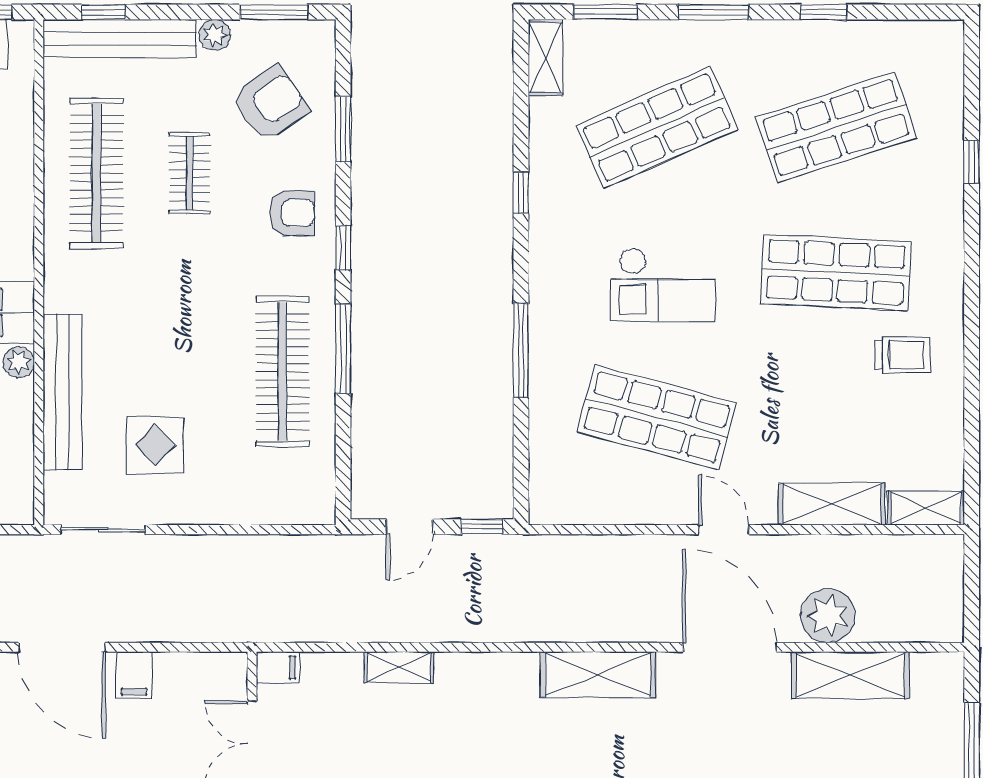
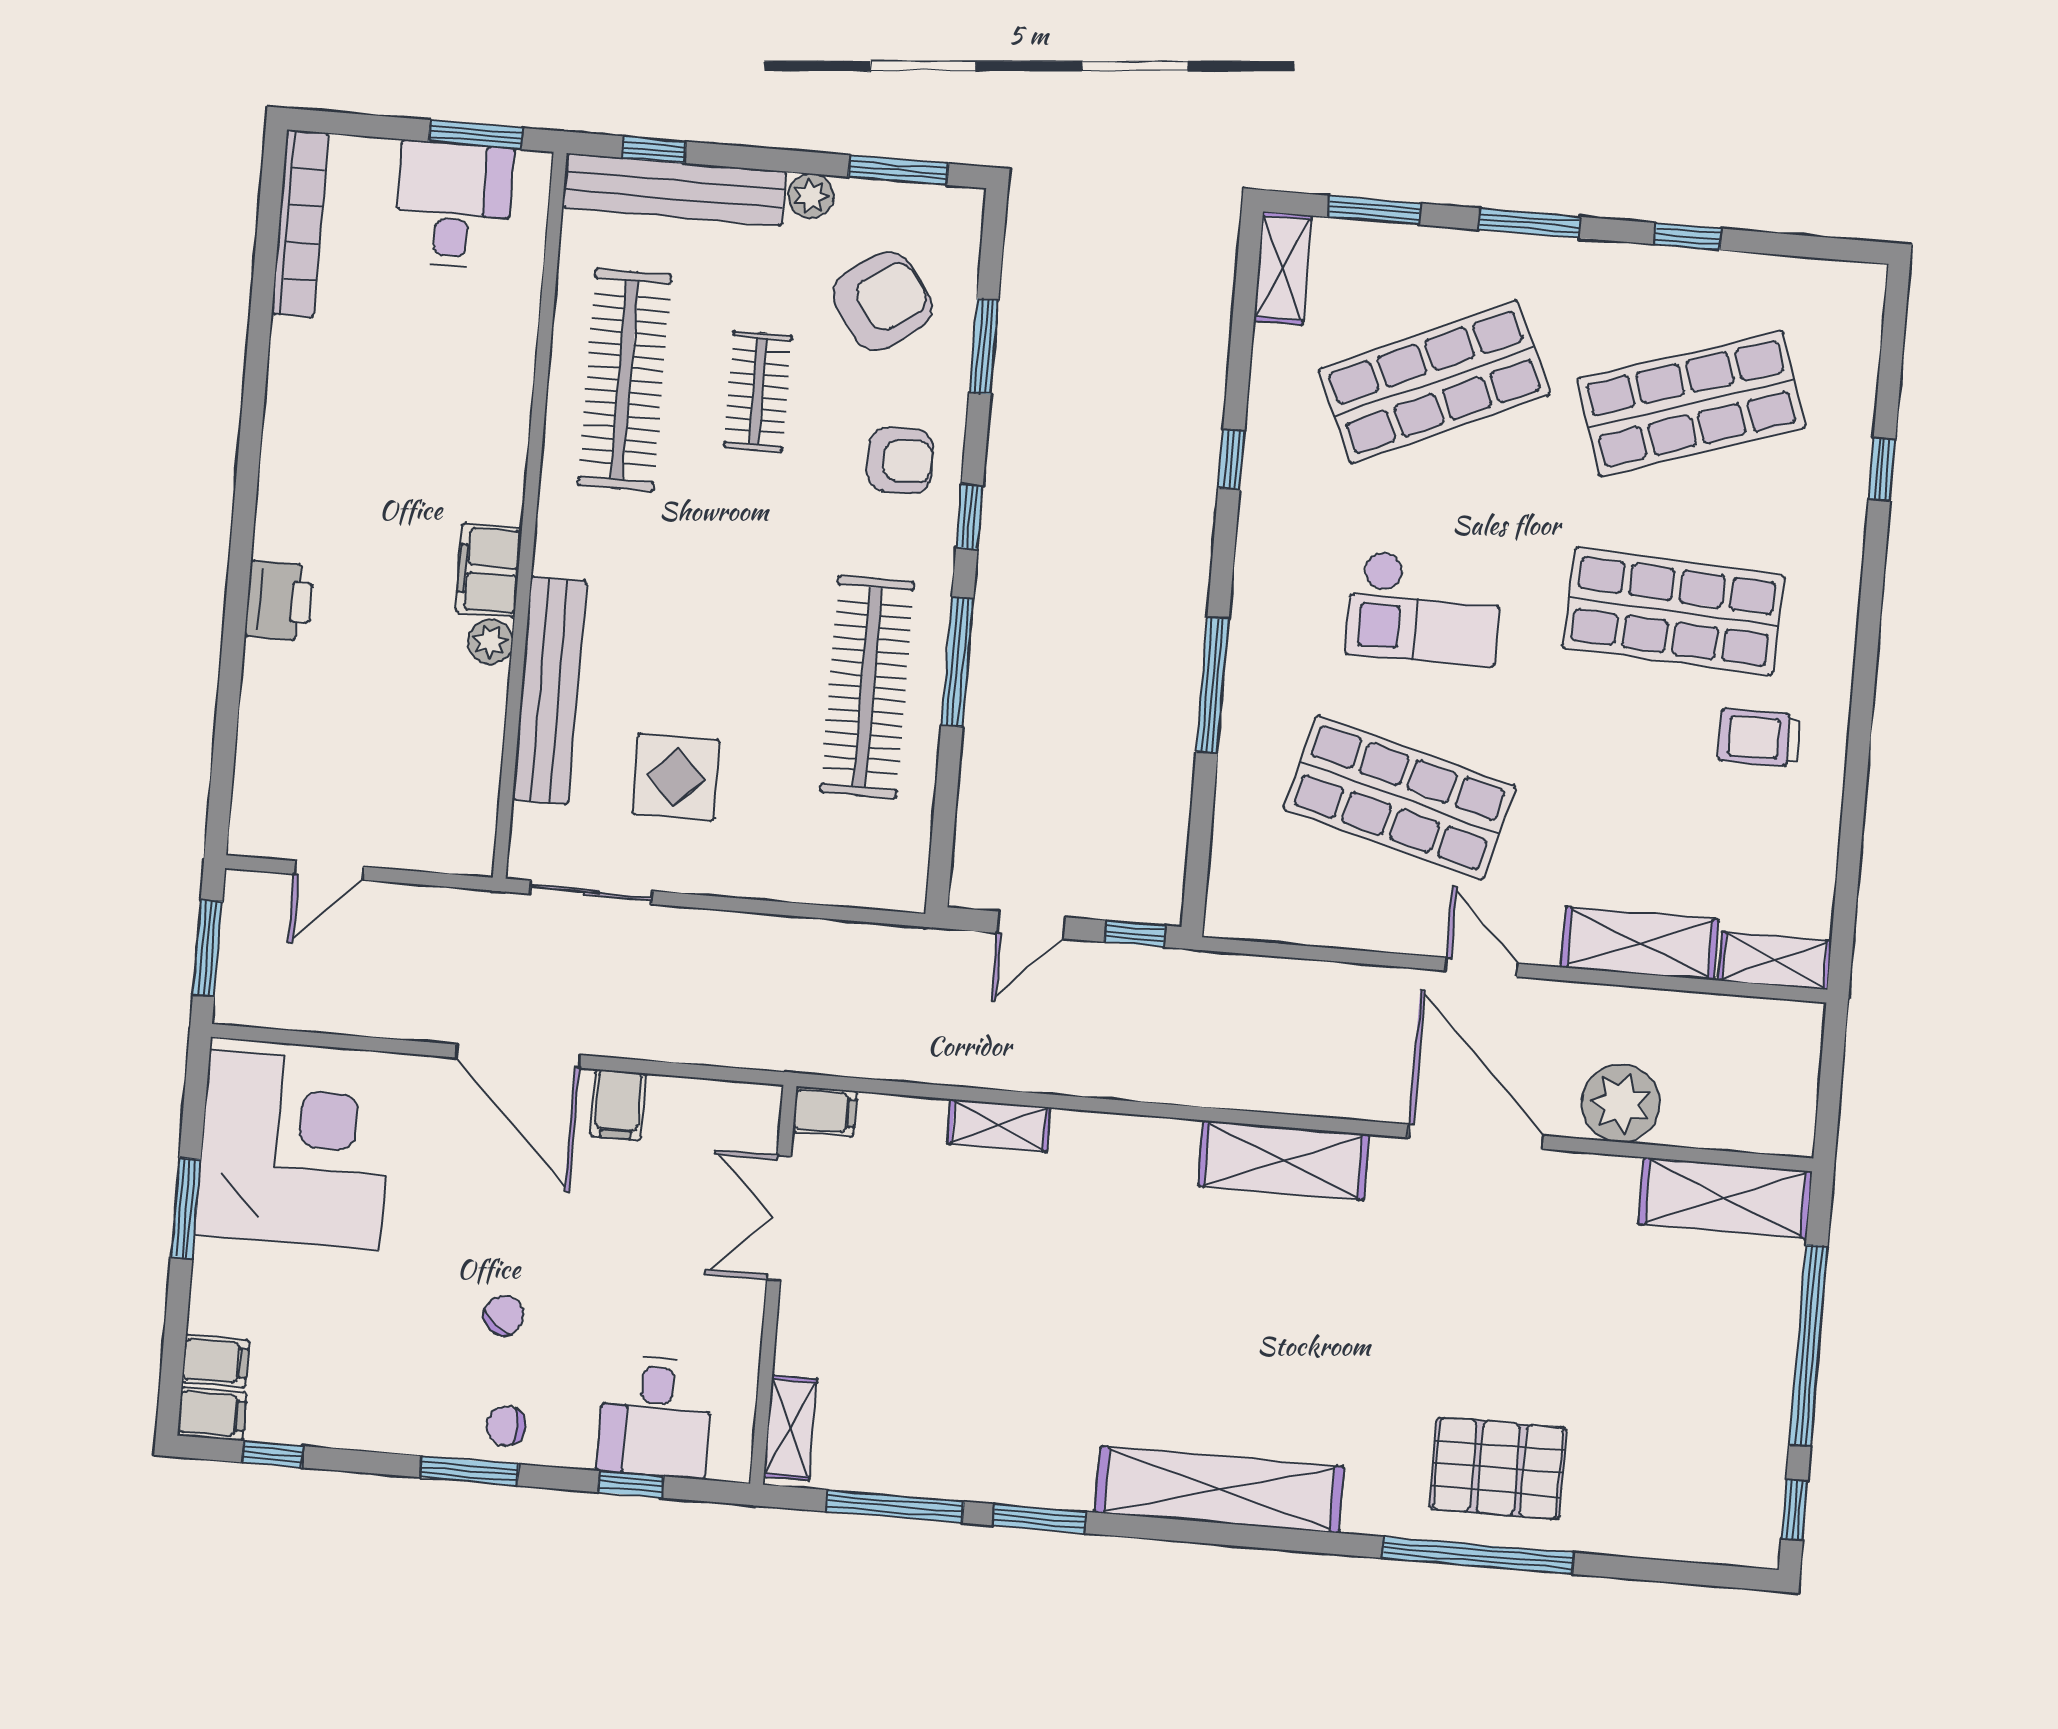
trolley: (903, 355) -> (1760, 738), turned 180
shelving: (850, 675) -> (1725, 1198), moved

